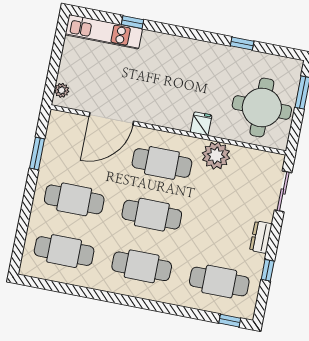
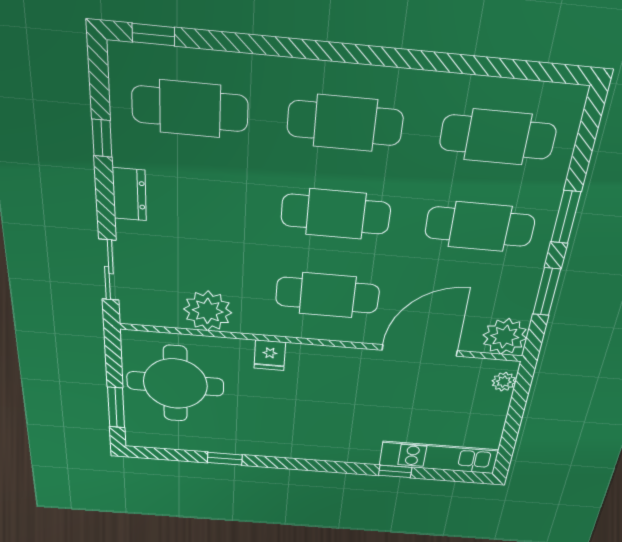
plant: (61, 124) -> (505, 337), added
plant: (216, 156) -> (208, 311), moved
window: (28, 201) -> (566, 217), added

